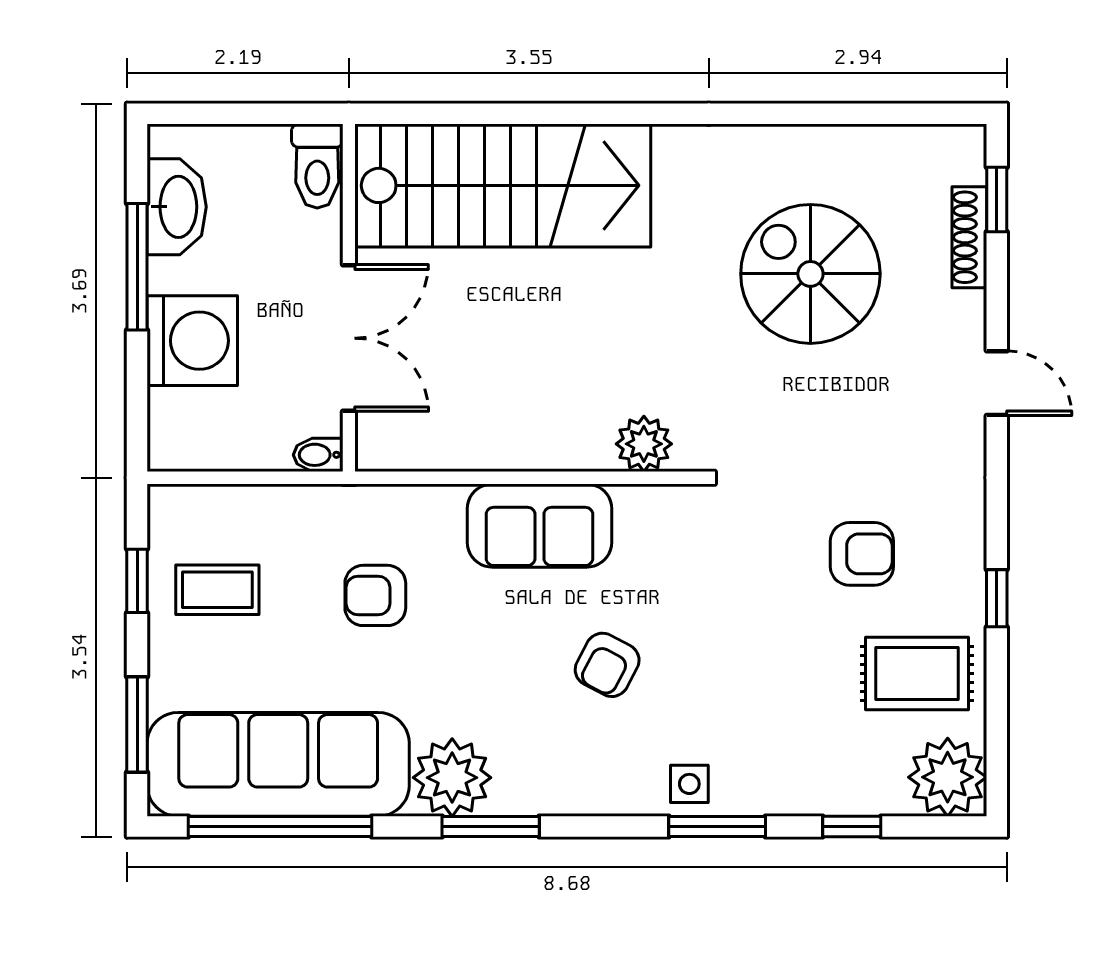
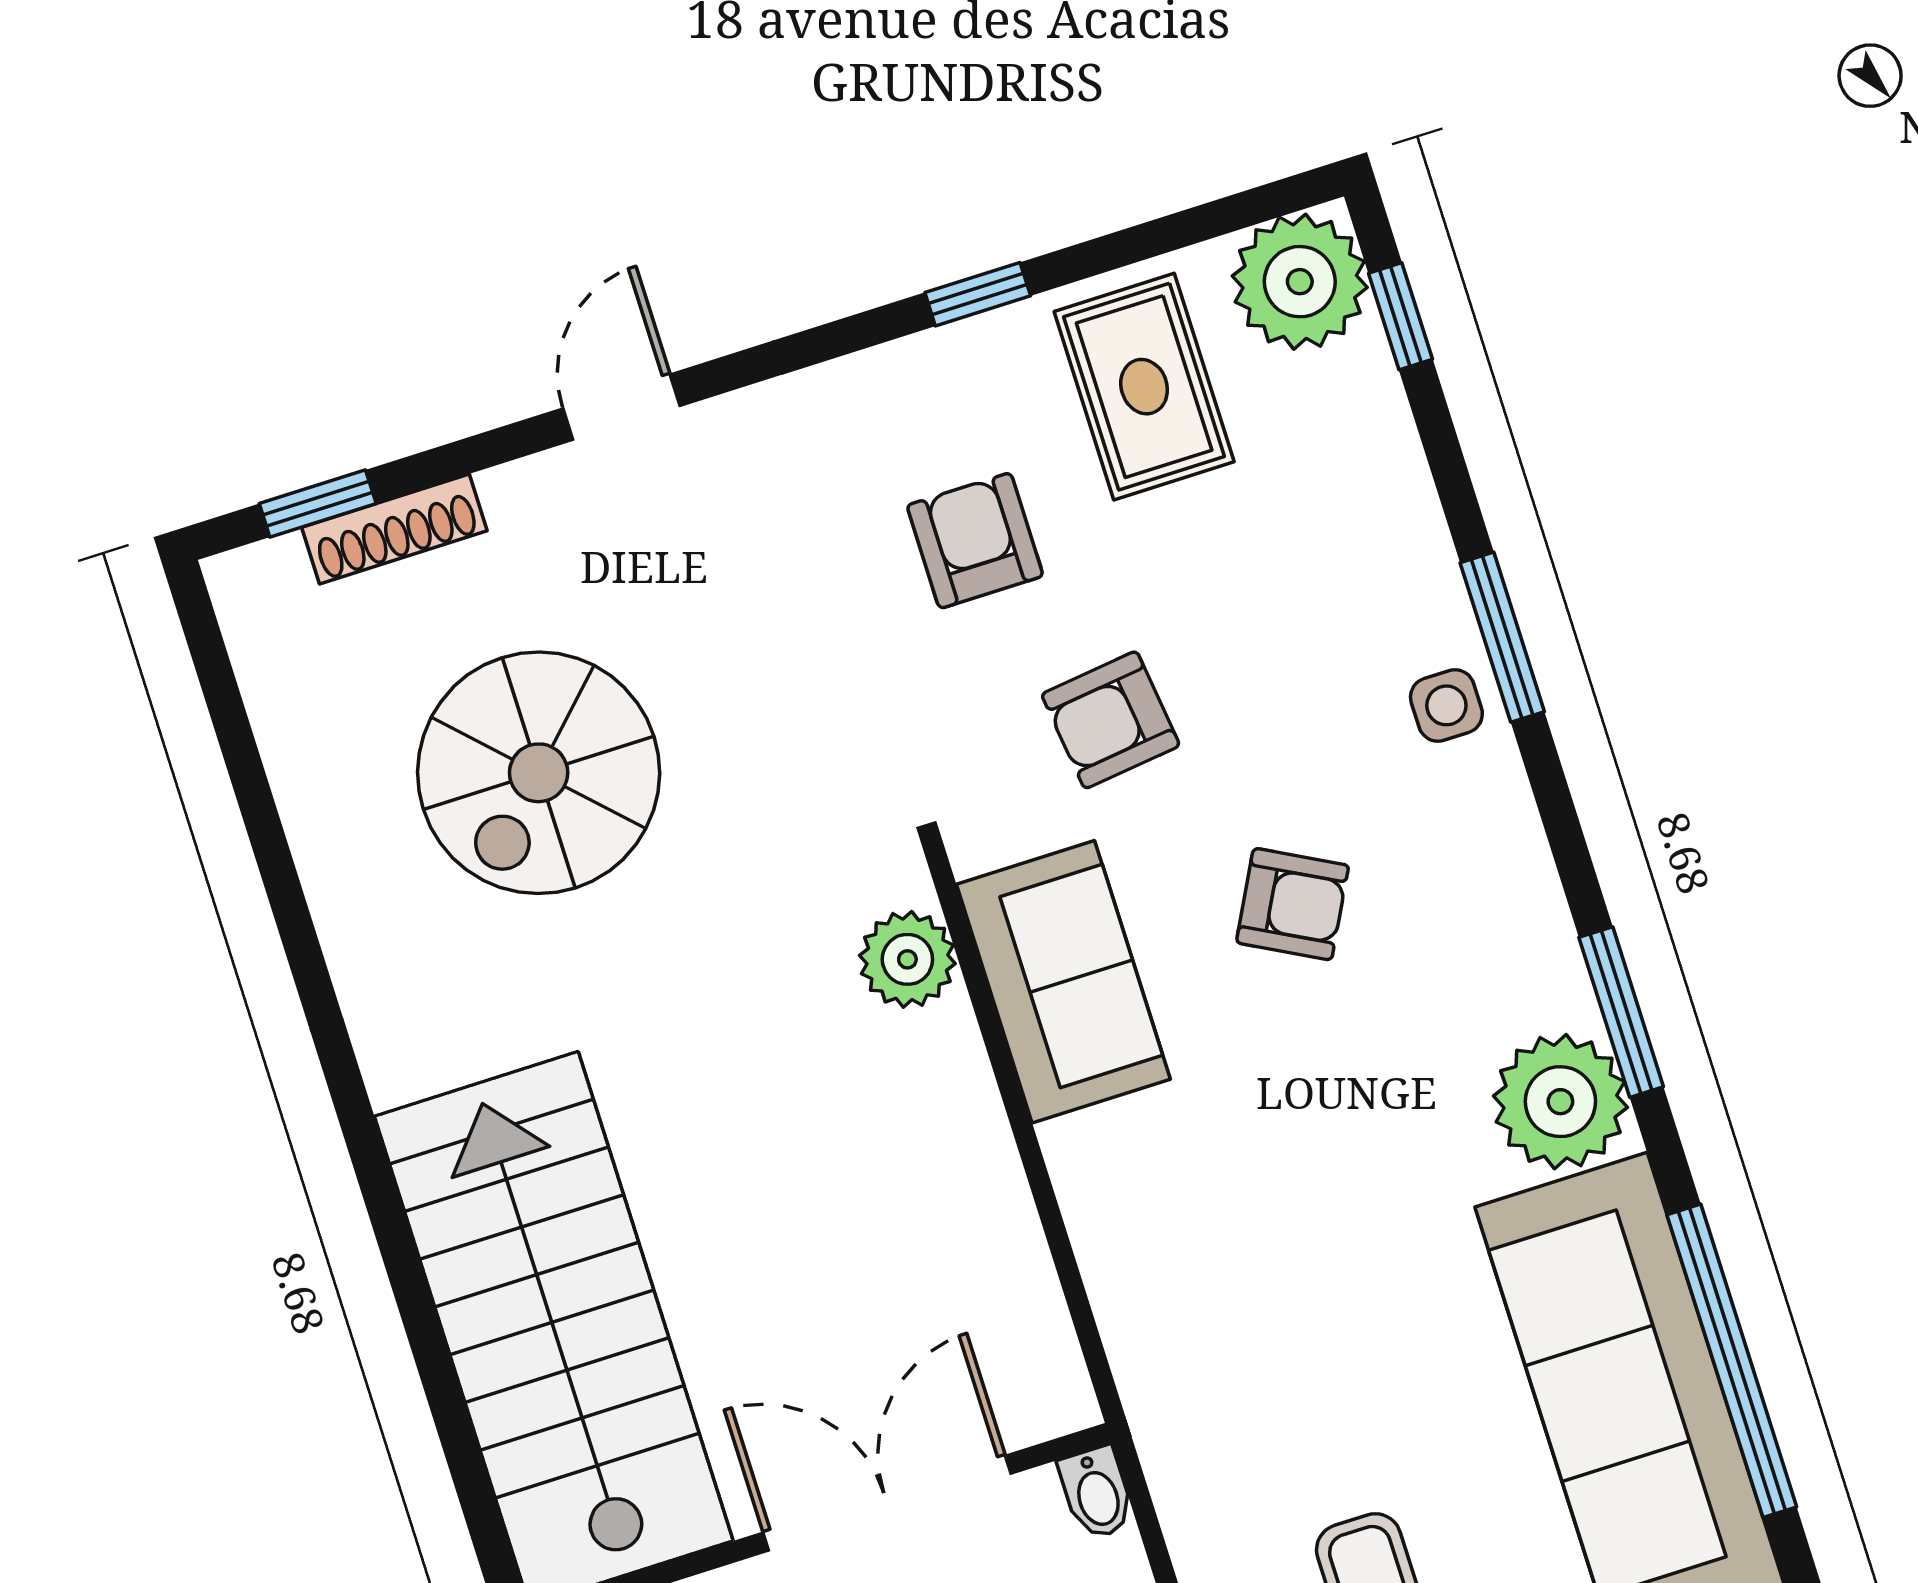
sofa: (539, 526) -> (1063, 982), moved
armchair: (375, 595) -> (1111, 720), moved, turned 83
window: (852, 826) -> (1400, 316), moved

